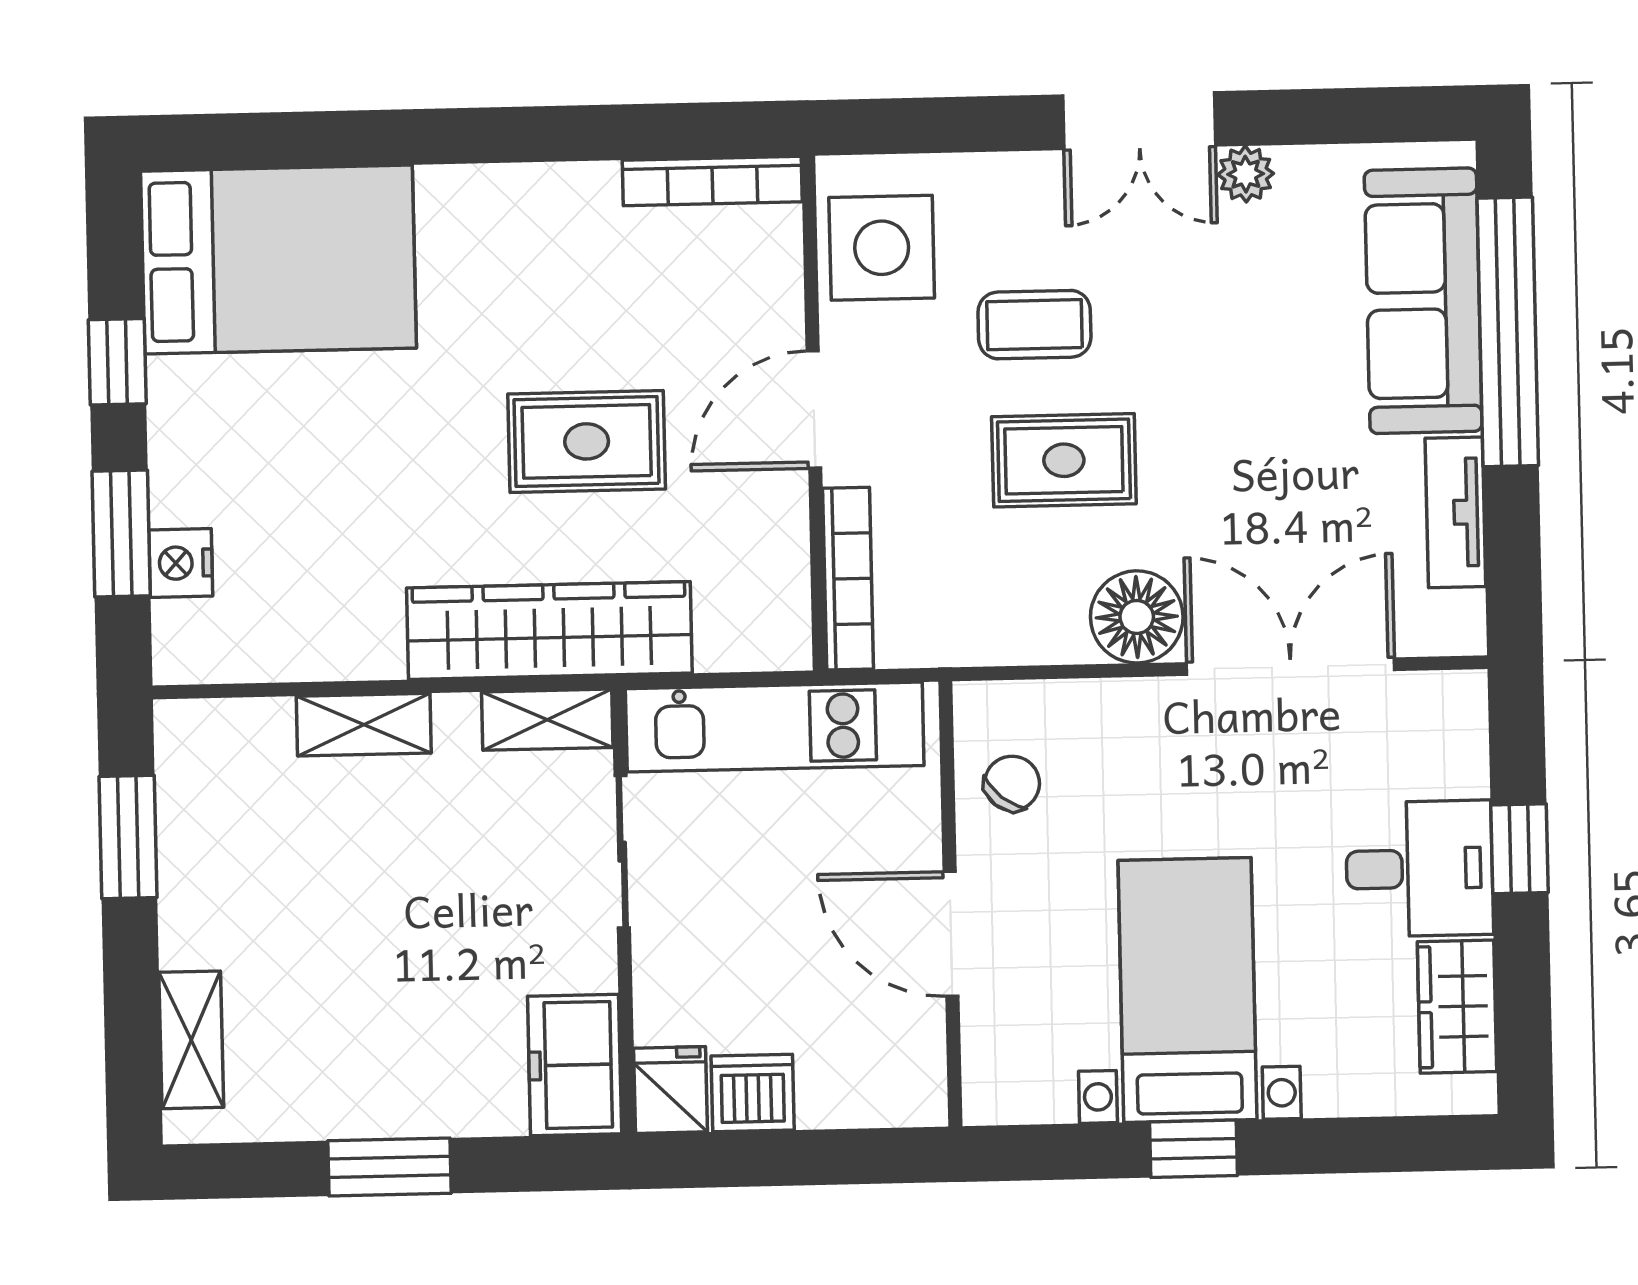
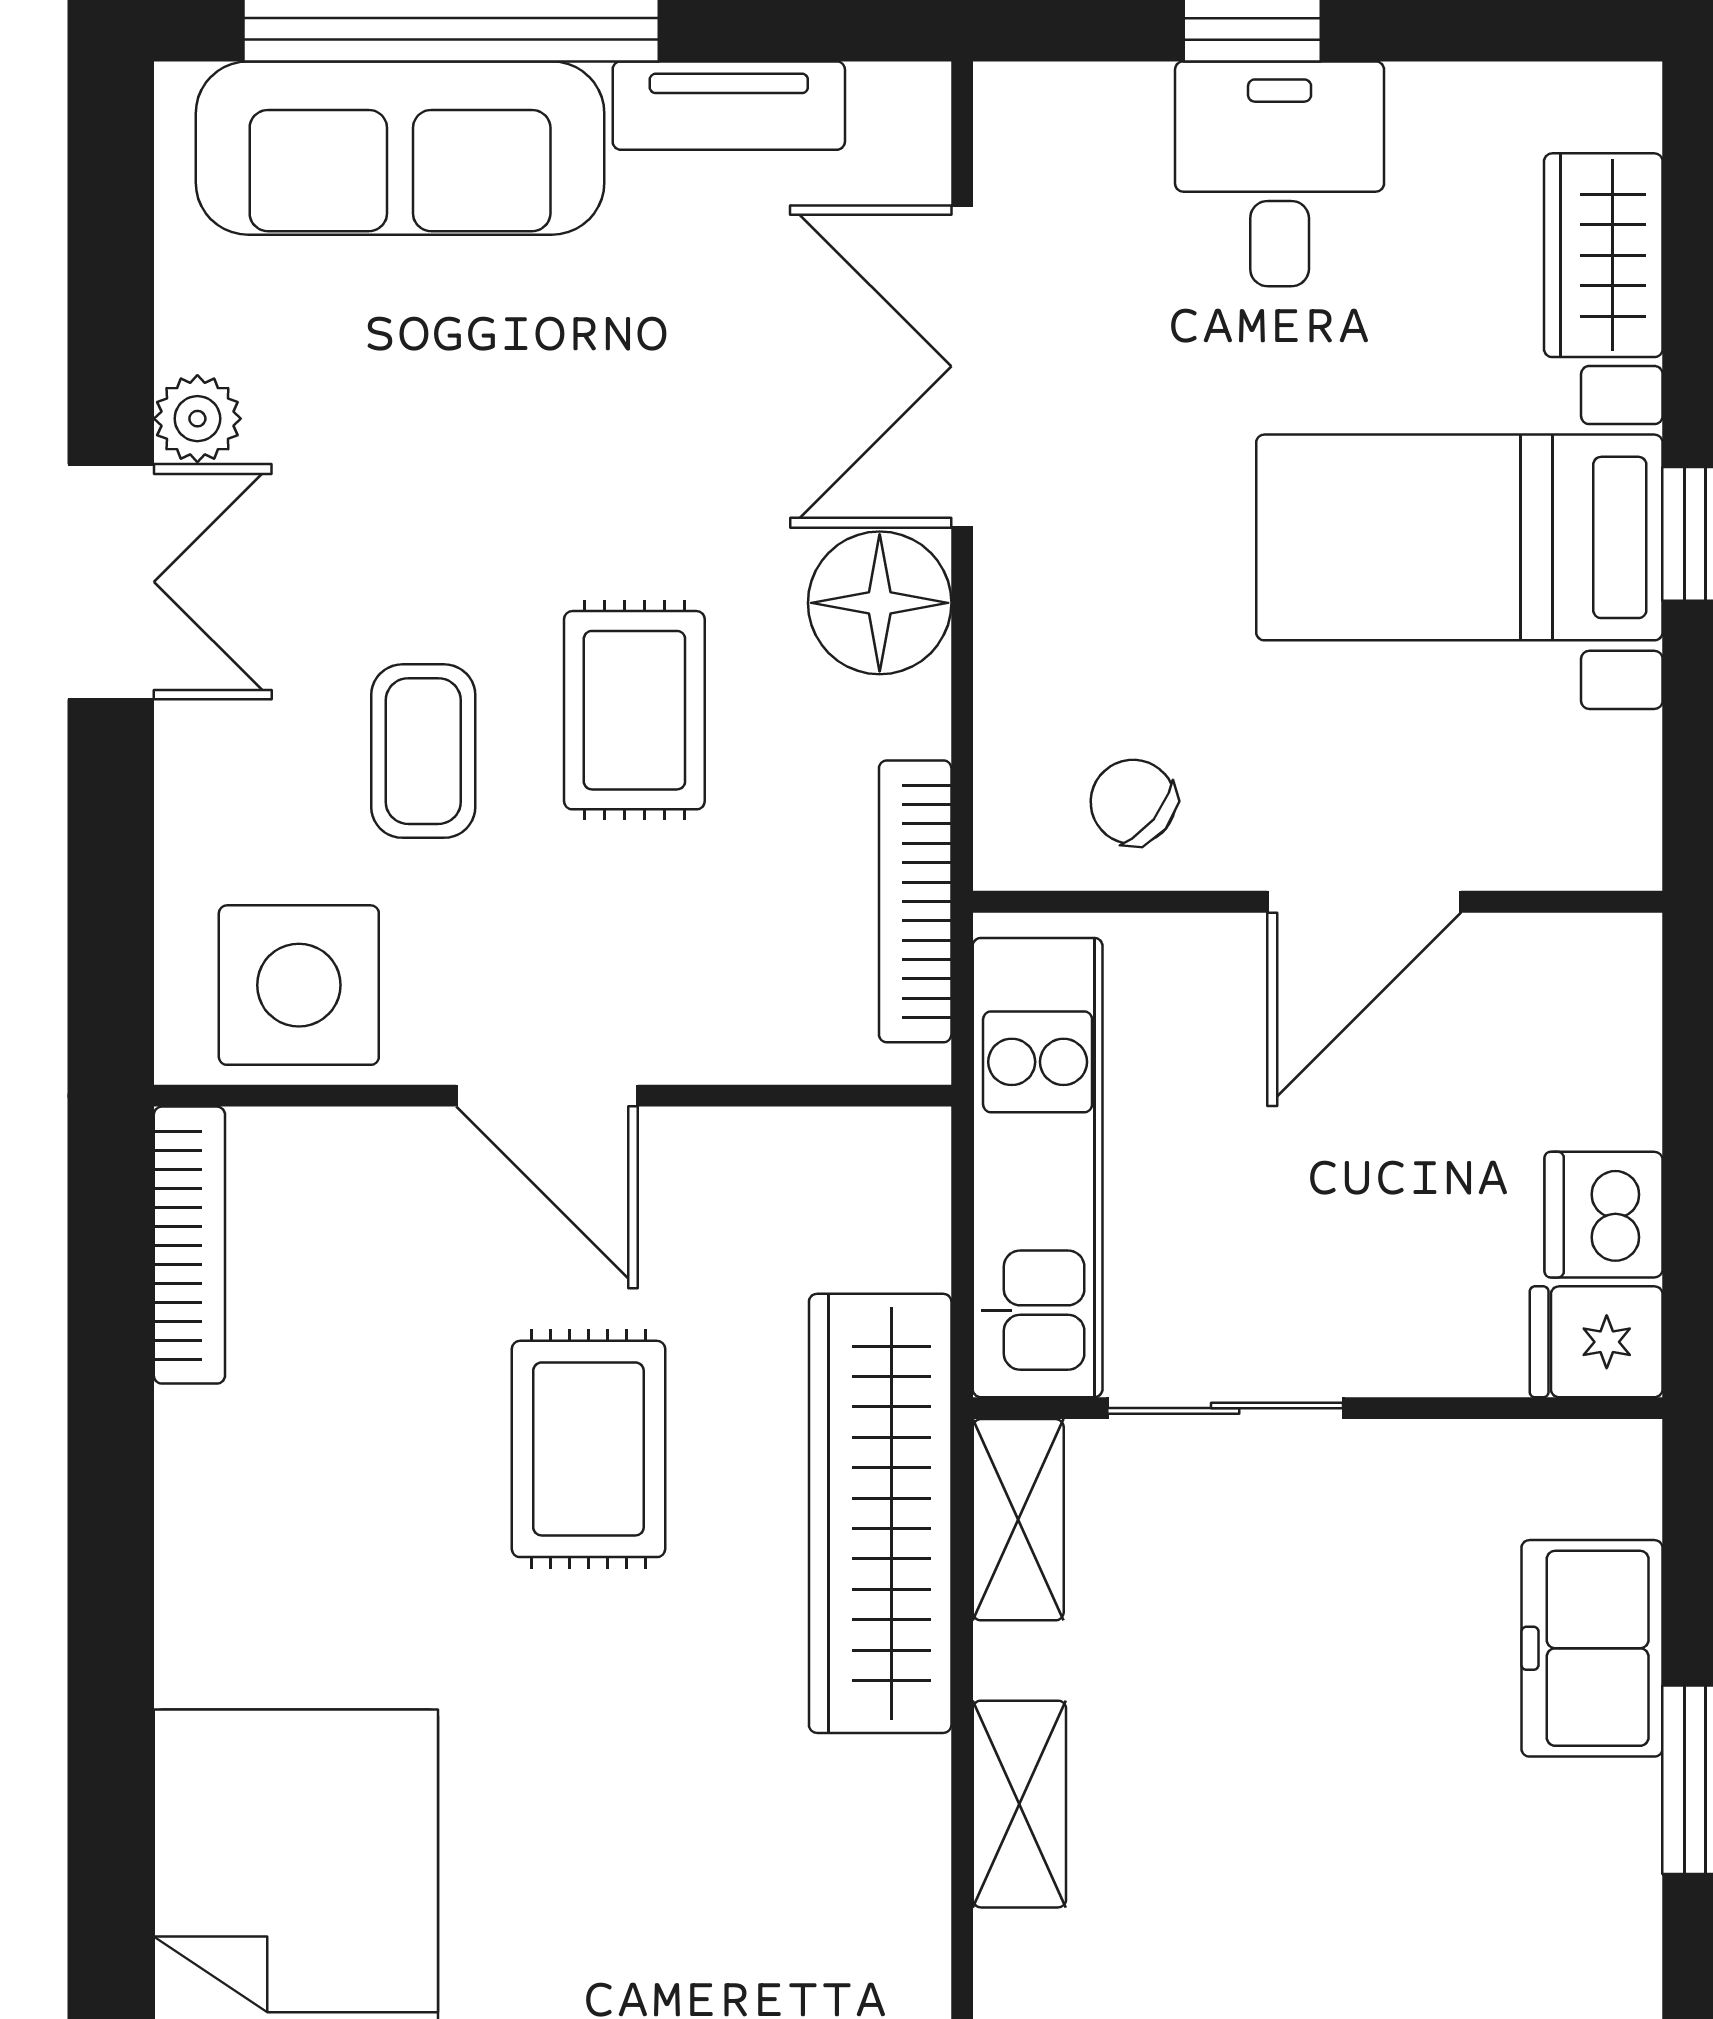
bookcase: (848, 579) -> (915, 901), moved, turned -90
wardrobe: (1457, 1007) -> (1603, 255), moved, turned 90
freezer: (575, 1065) -> (1592, 1648), moved, turned 90

